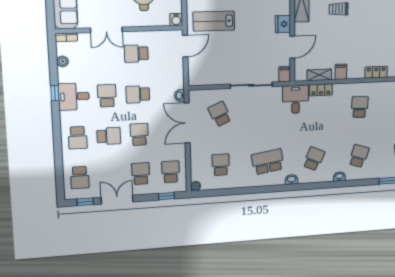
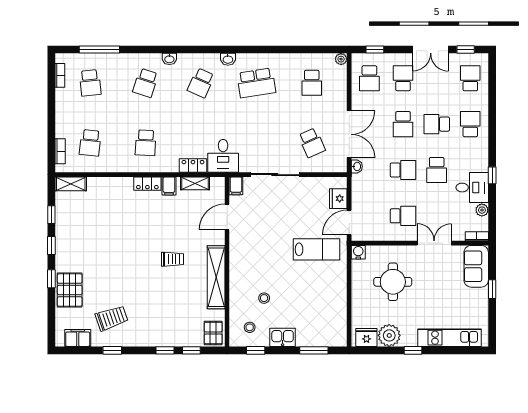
fridge: (283, 24) -> (338, 199), moved, turned 180
locker: (376, 72) -> (147, 184), moved
desk: (74, 97) -> (472, 188), moved
school desk: (141, 174) -> (403, 78), turned 180

